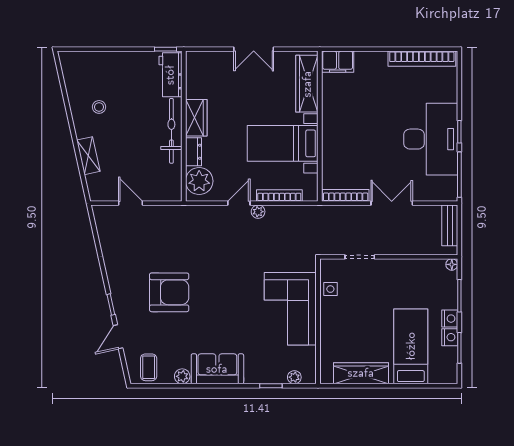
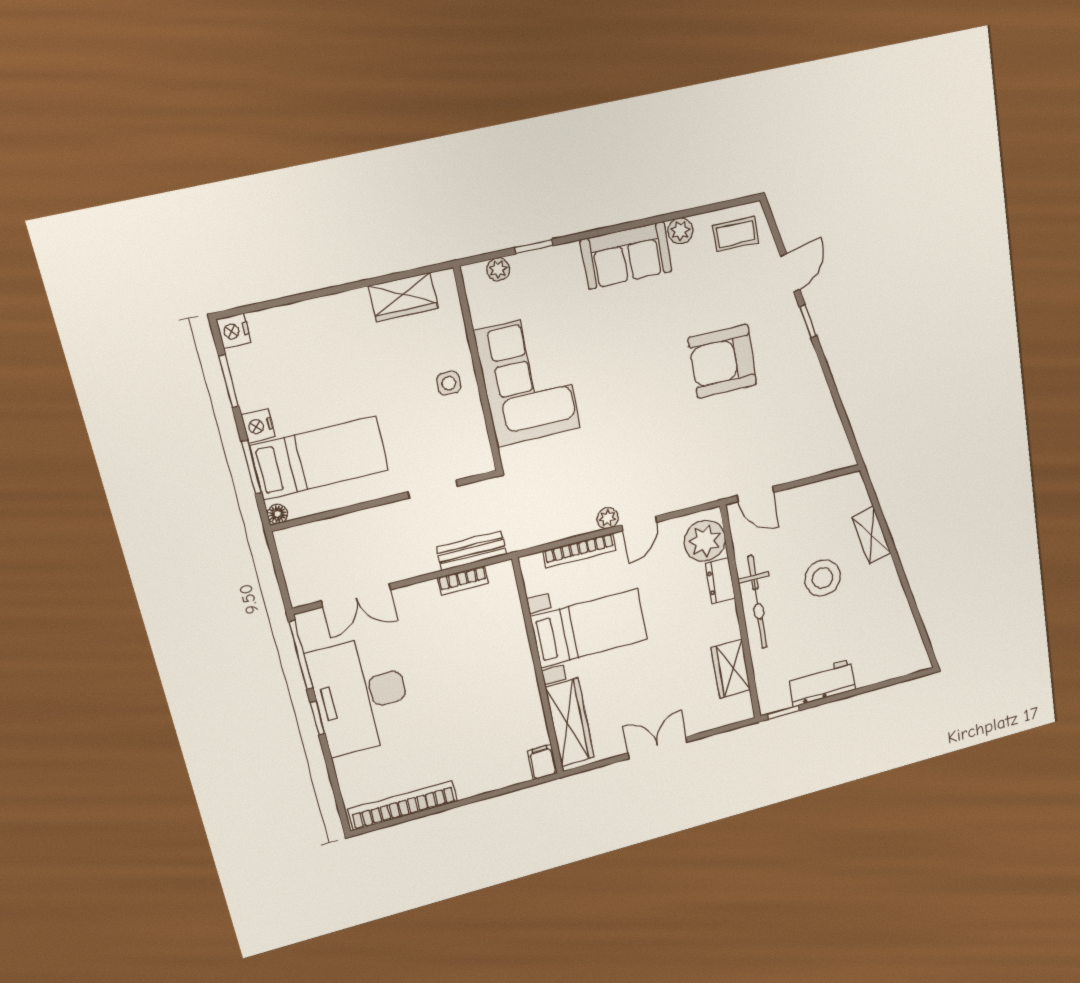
filing cabinet: (338, 62) -> (542, 762), width x0.50
workbench: (170, 75) -> (822, 683), moved, turned -90
stool: (99, 107) -> (822, 578), moved, width x1.89, depth x1.89
wardrobe: (196, 118) -> (731, 669), moved
bookcase: (346, 195) -> (463, 581), width x0.64
door: (131, 203) -> (755, 494), moved
double door: (392, 203) -> (356, 595), moved
bench: (450, 225) -> (472, 551), moved, turned 90
side table: (330, 289) -> (449, 383), moved
nightstand: (450, 337) -> (234, 331), moved
bed: (411, 346) -> (320, 458), moved, turned -90
coffee table: (149, 367) -> (736, 234), turned 90
wardrobe: (361, 373) -> (403, 297), width x0.67

